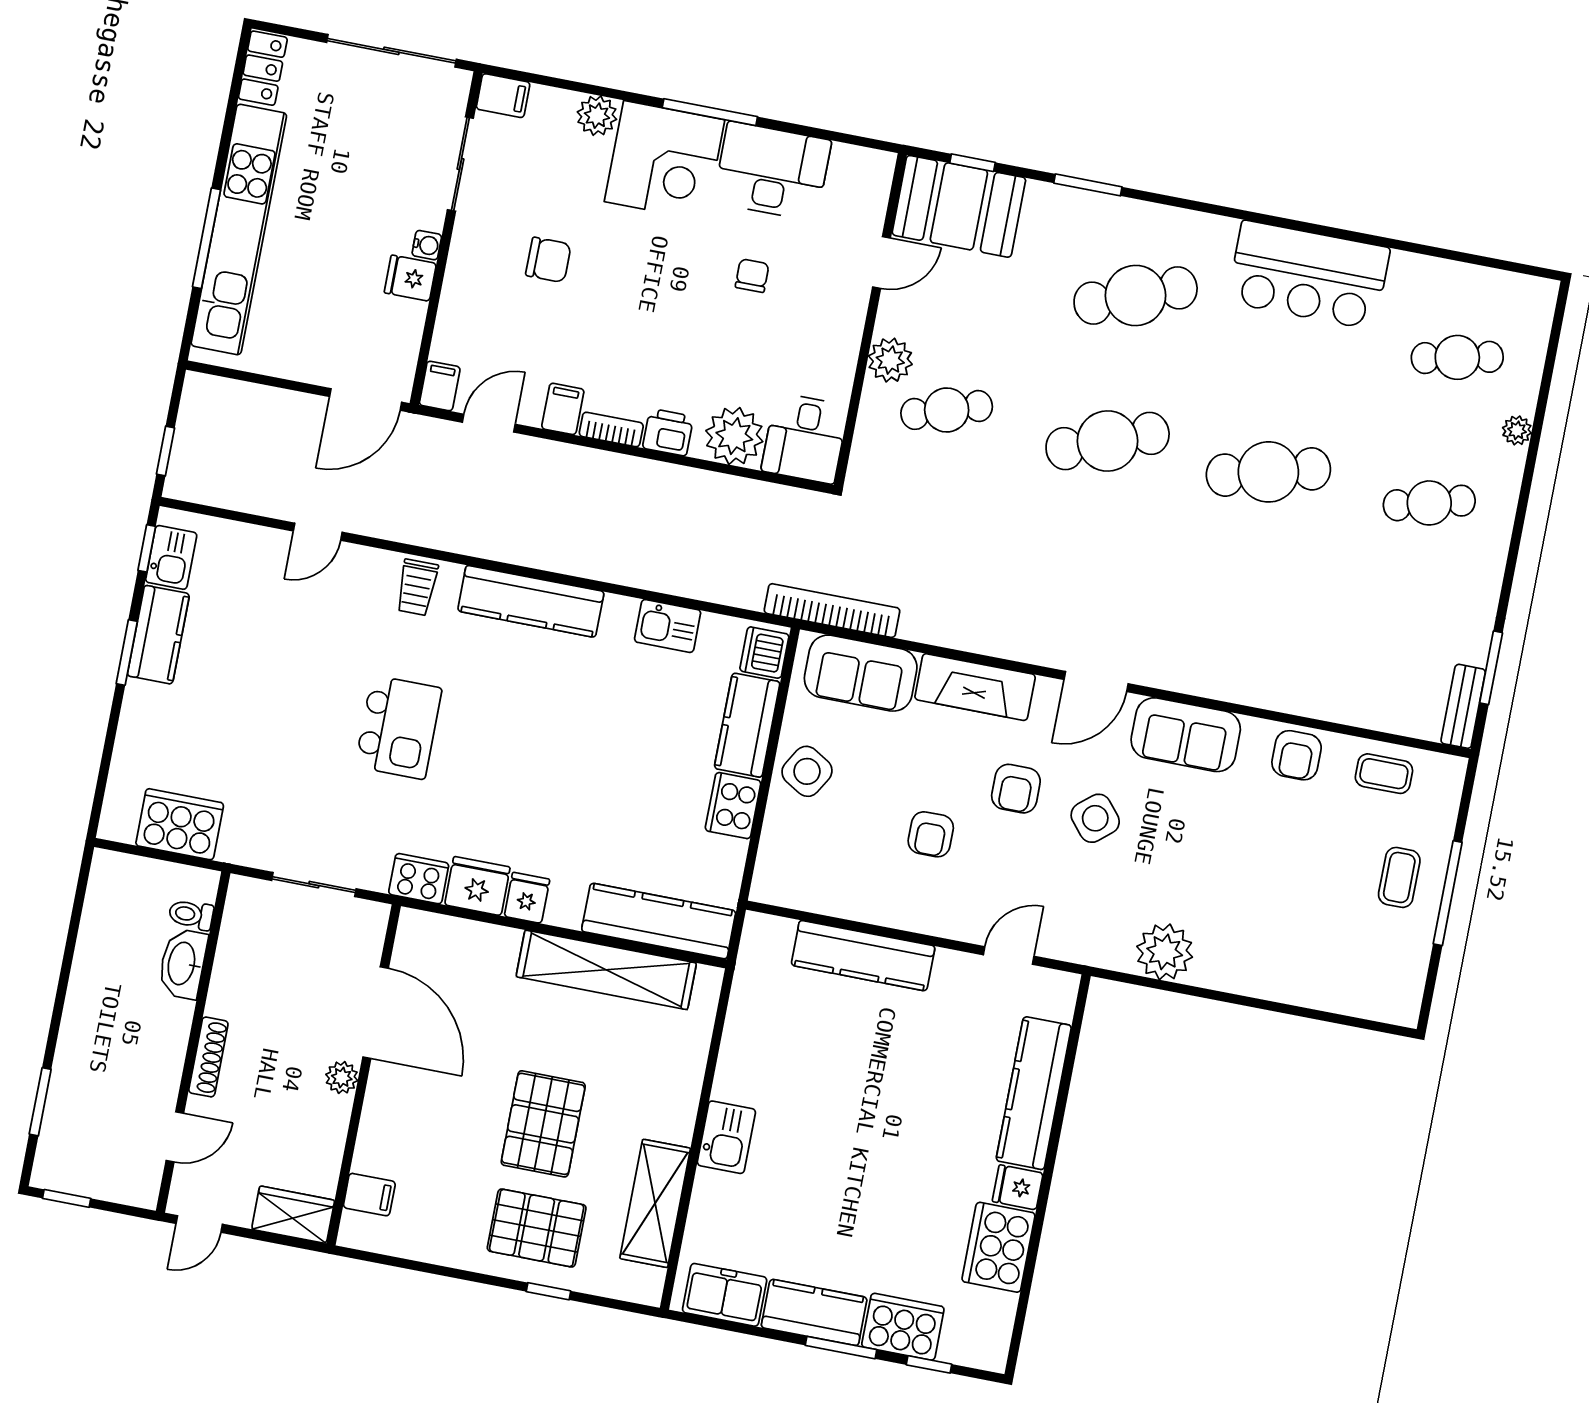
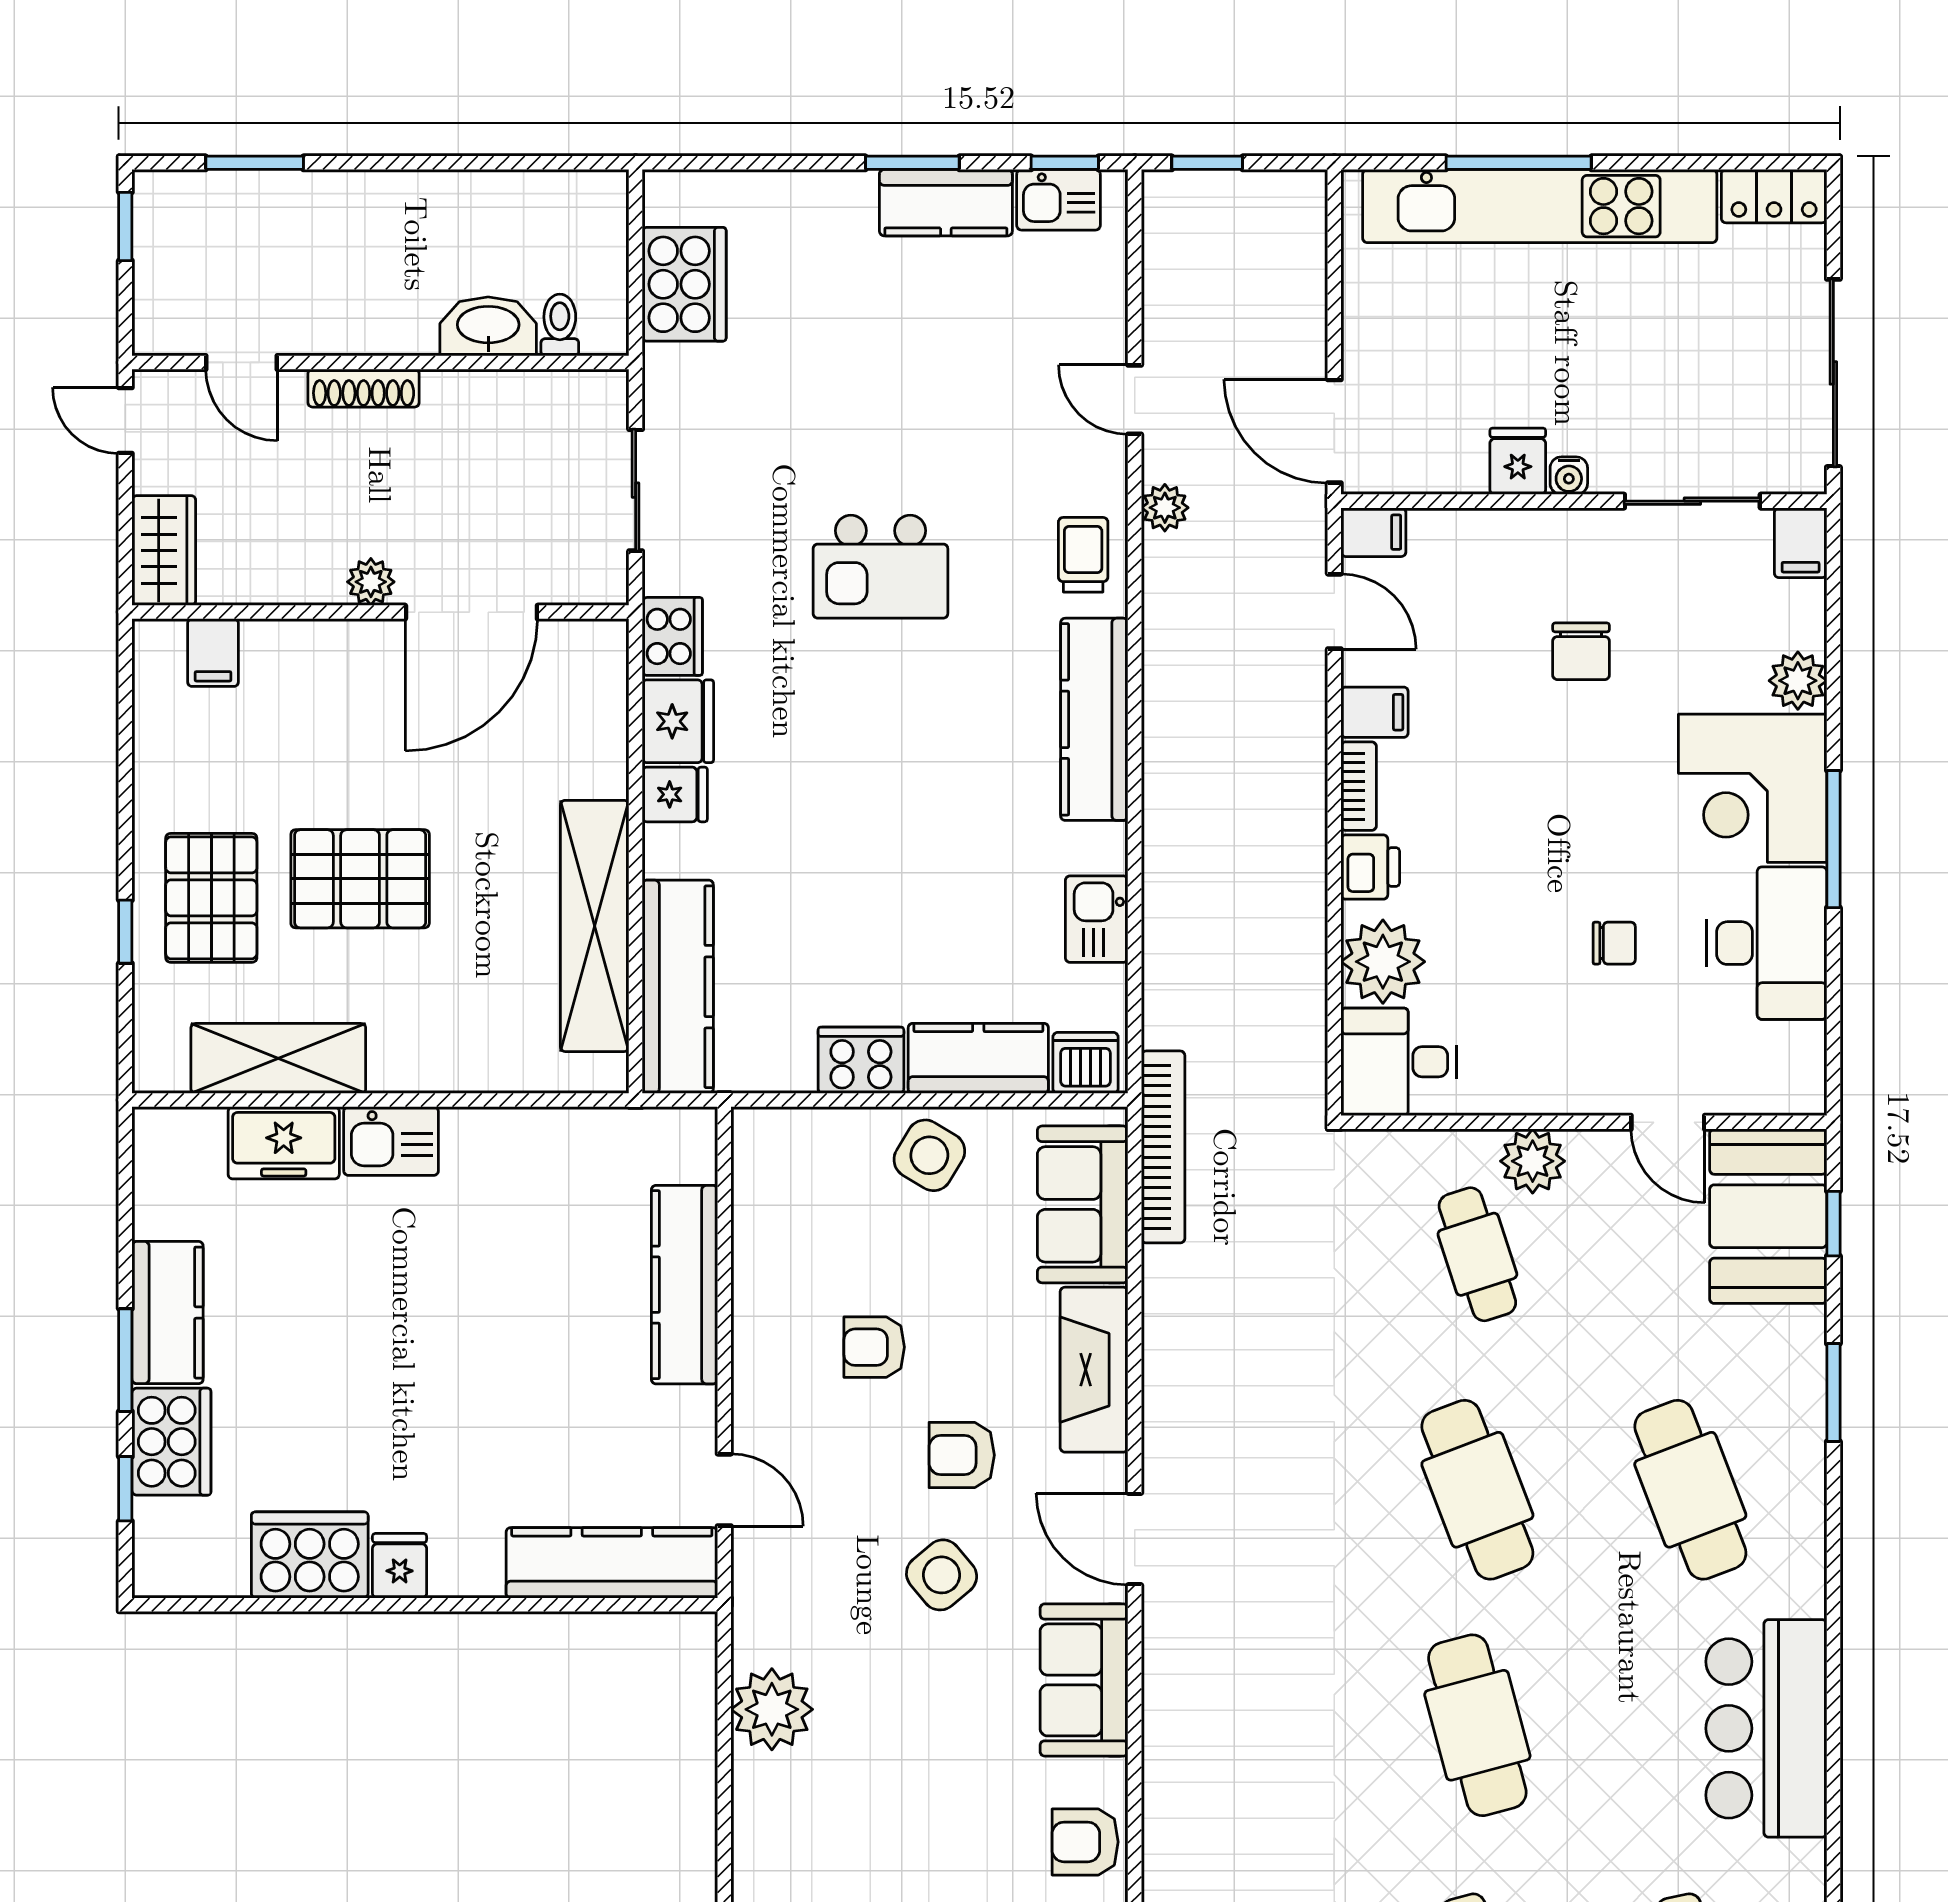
plant: (396, 525) -> (1165, 508), added
trolley: (417, 587) -> (1083, 555), turned 90
kitchen counter: (1034, 1093) -> (612, 1563), moved
freezer: (725, 1295) -> (284, 1143), moved, turned 90

